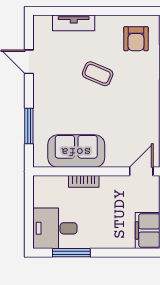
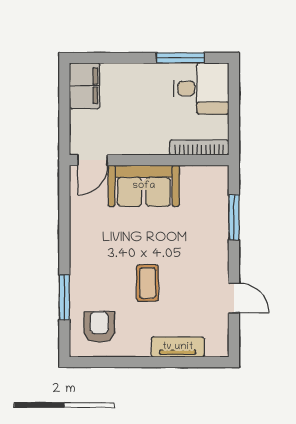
coffee table: (98, 74) -> (148, 283), turned 67
sofa: (76, 151) -> (144, 186), moved
bookcase: (84, 181) -> (199, 148), moved, width x1.56

